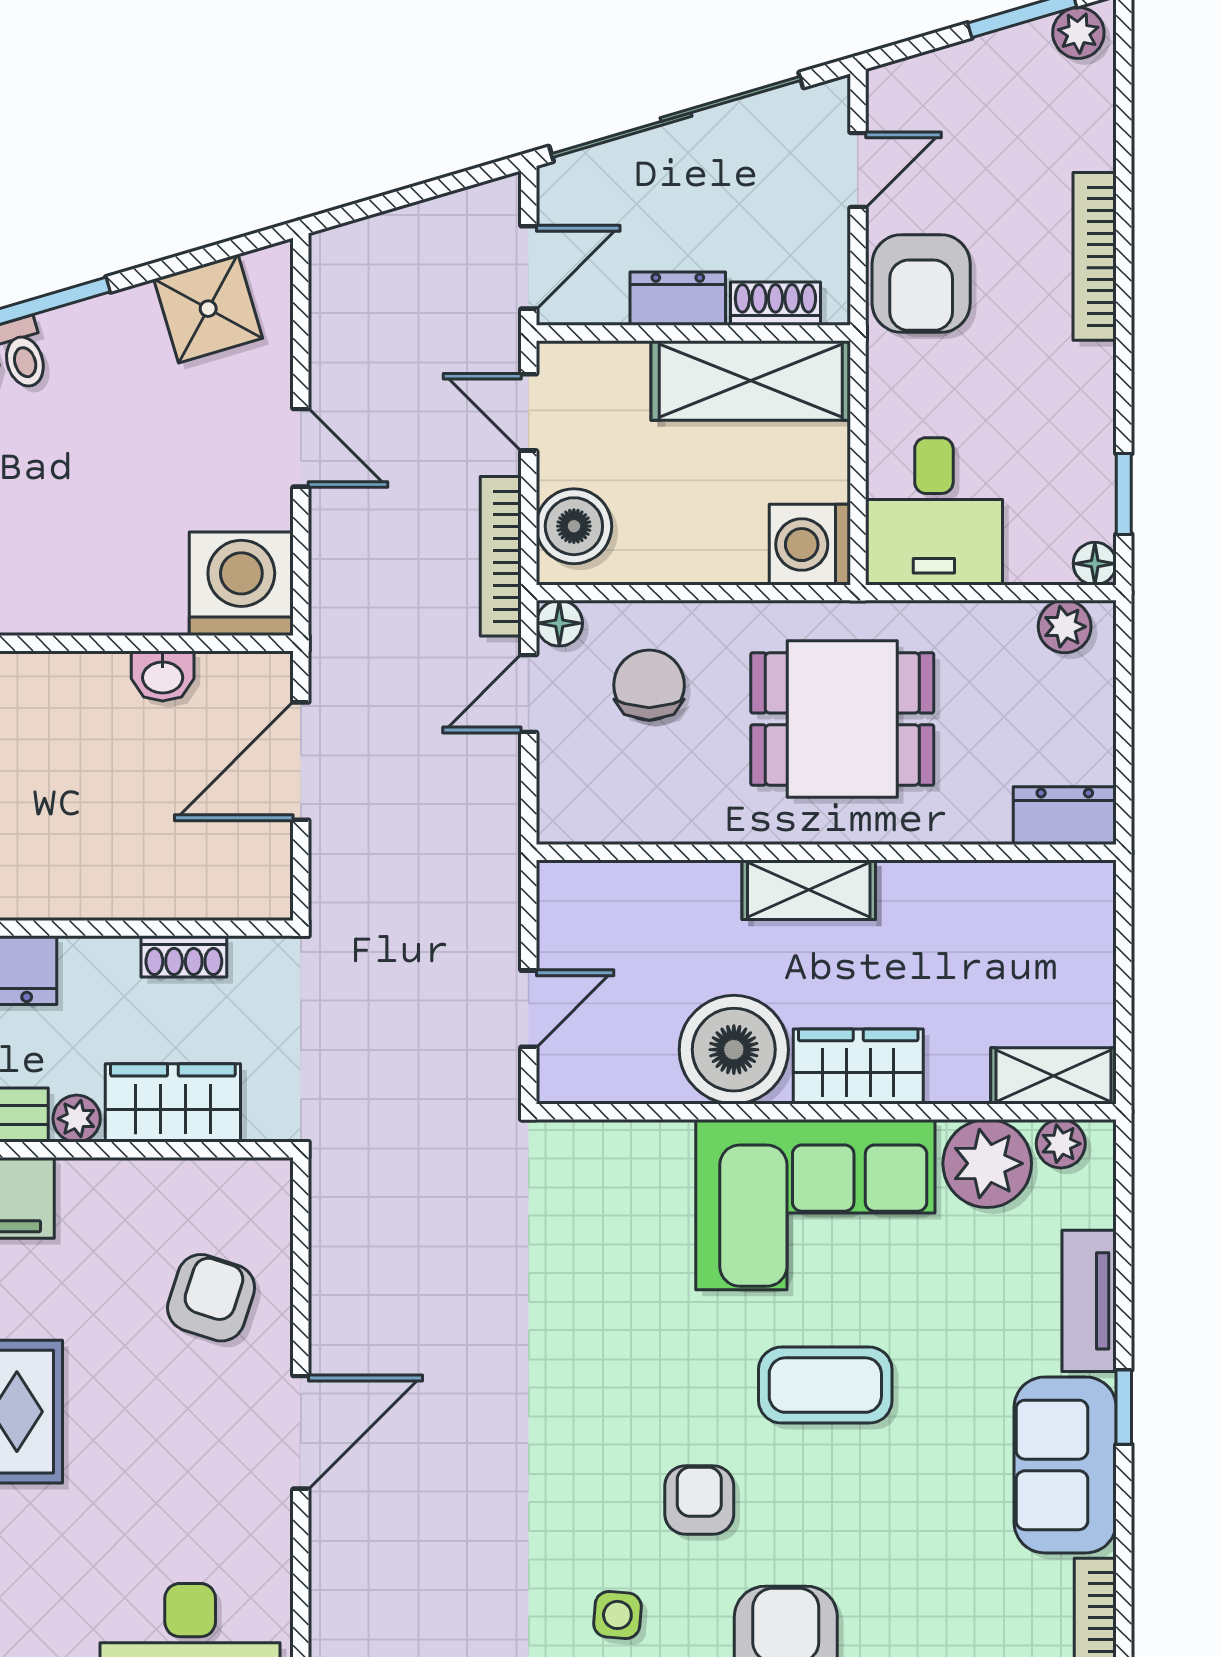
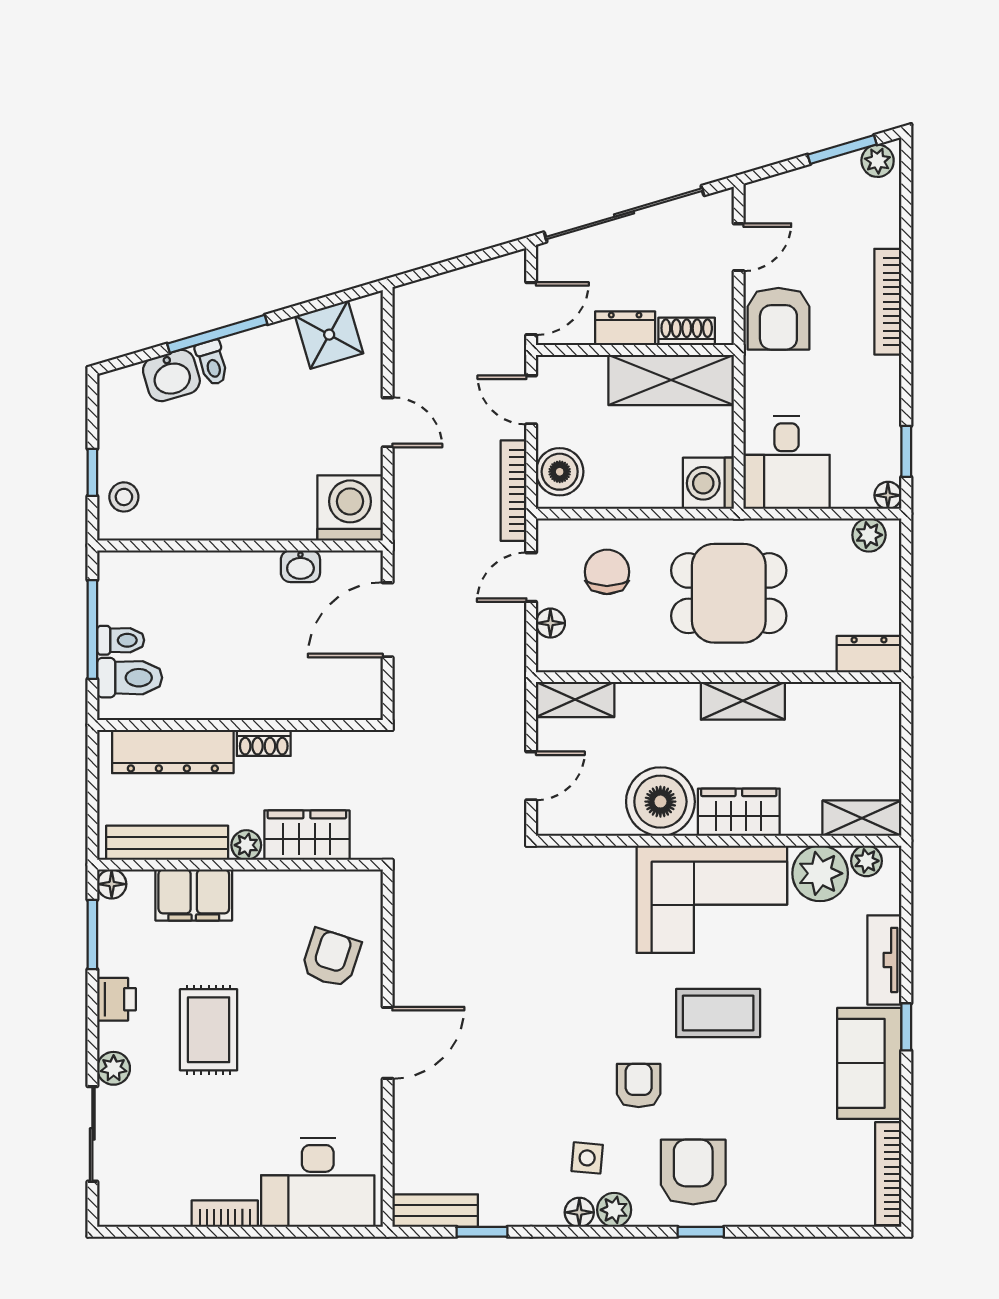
floor lamp: (559, 623) -> (550, 623), moved
shelving: (599, 888) -> (575, 700), added
shelving: (809, 890) -> (743, 701), moved
shoe rack: (184, 956) -> (264, 743), moved

